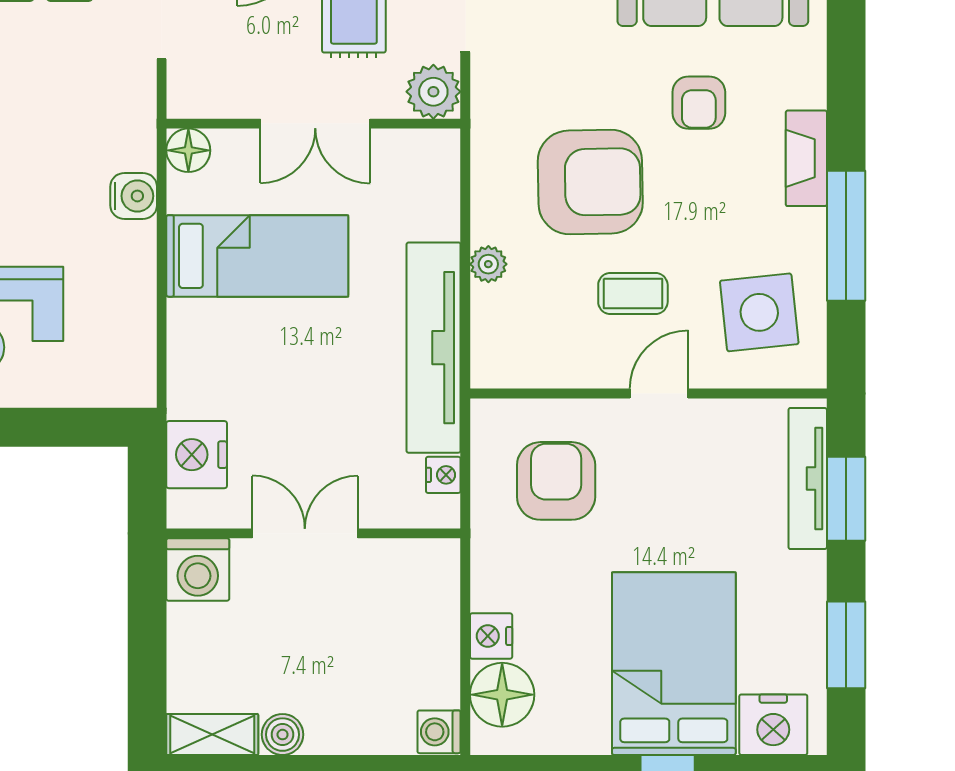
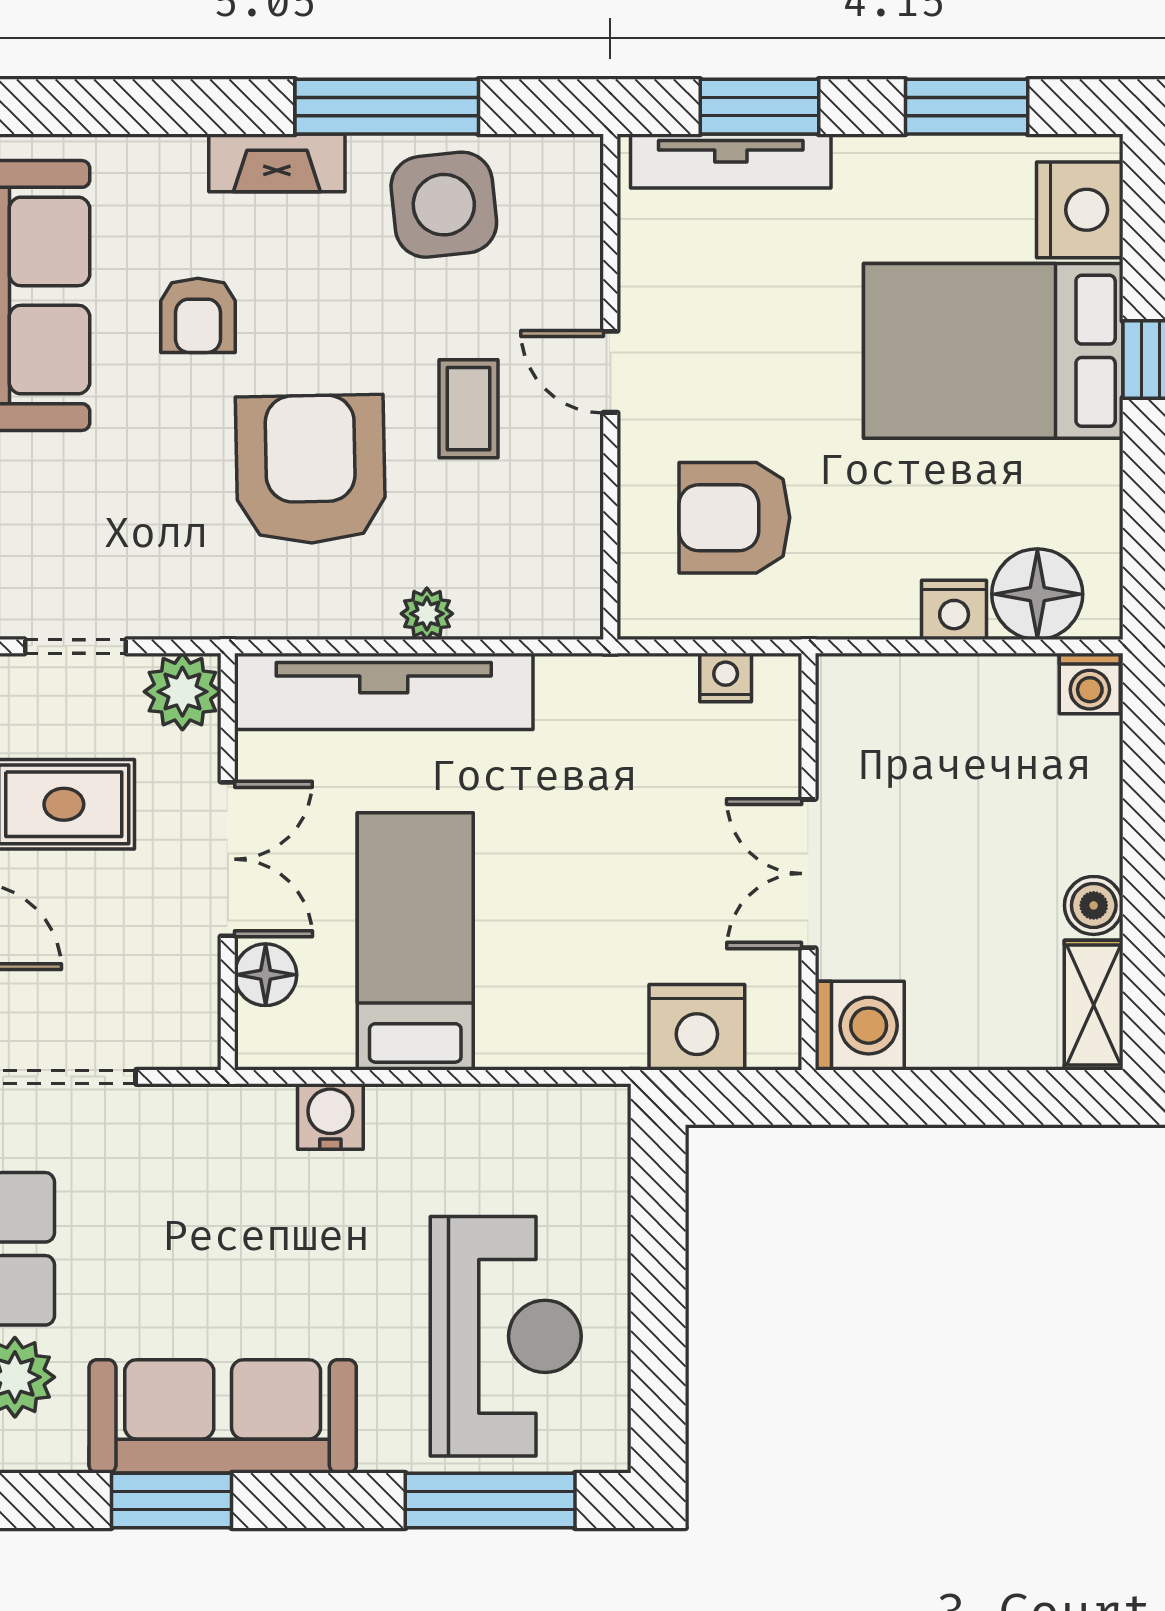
armchair: (699, 103) -> (198, 315), turned 90
floor lamp: (188, 150) -> (266, 975), moved
side table: (759, 312) -> (444, 205), moved
tv unit: (434, 348) -> (384, 691), moved

